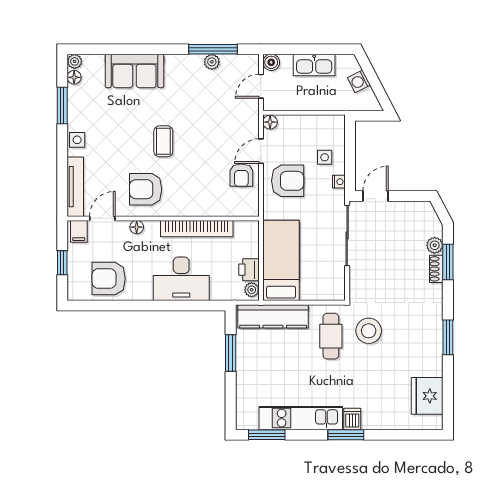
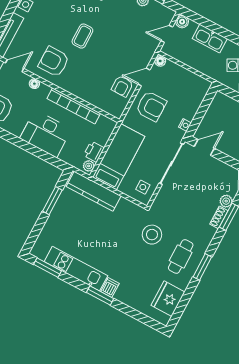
side table: (325, 157) -> (143, 187), moved
cafe table: (331, 336) -> (181, 256), moved

